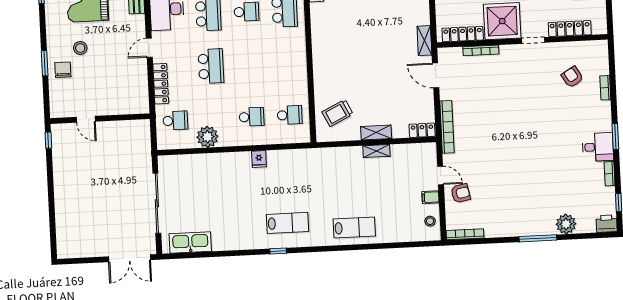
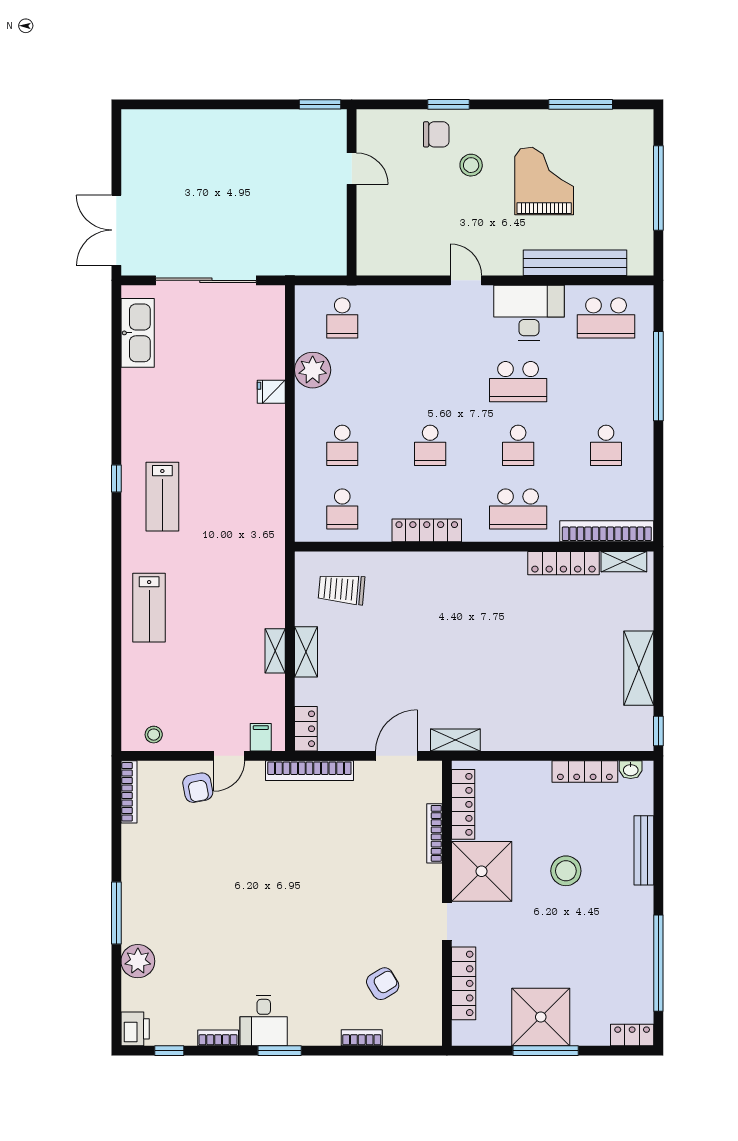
school desk: (211, 66) -> (430, 445), moved, width x0.54
locker: (161, 84) -> (427, 530), moved, turned 180
trolley: (338, 113) -> (342, 589), turned -59
door: (86, 119) -> (352, 169), swing flipped
window: (48, 140) -> (320, 104), width x1.50
fridge: (259, 159) -> (271, 392), moved
filing cabinet: (430, 197) -> (261, 737), moved

